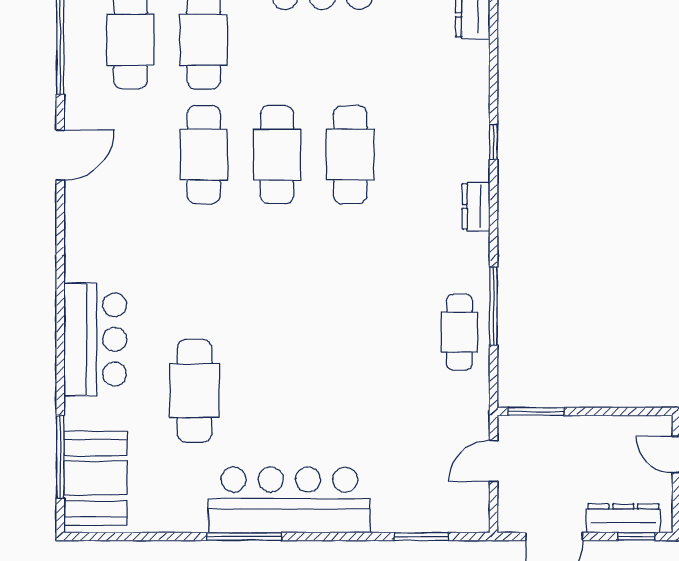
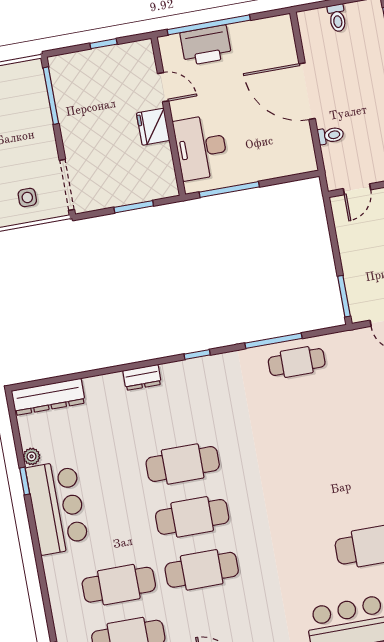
window: (494, 142) -> (197, 354), moved
dresser: (476, 206) -> (142, 377), moved

